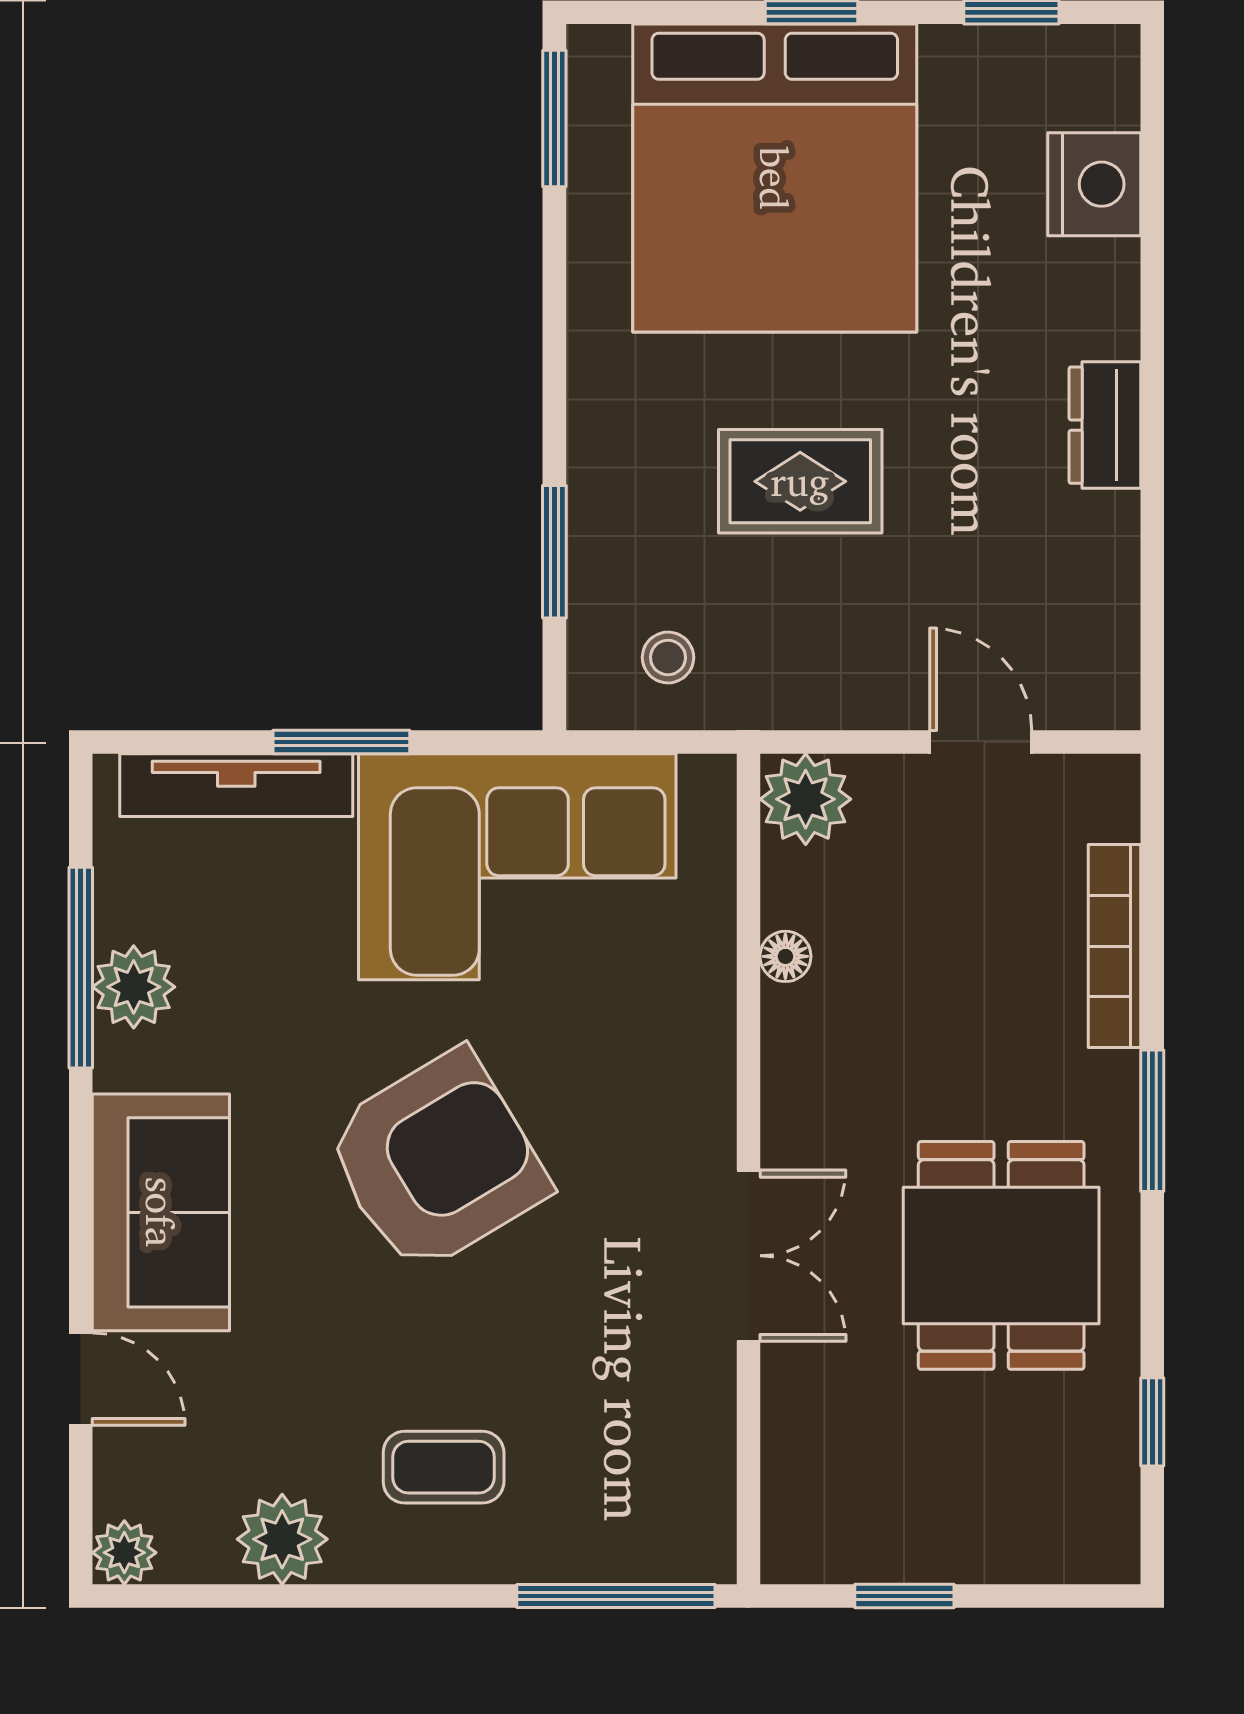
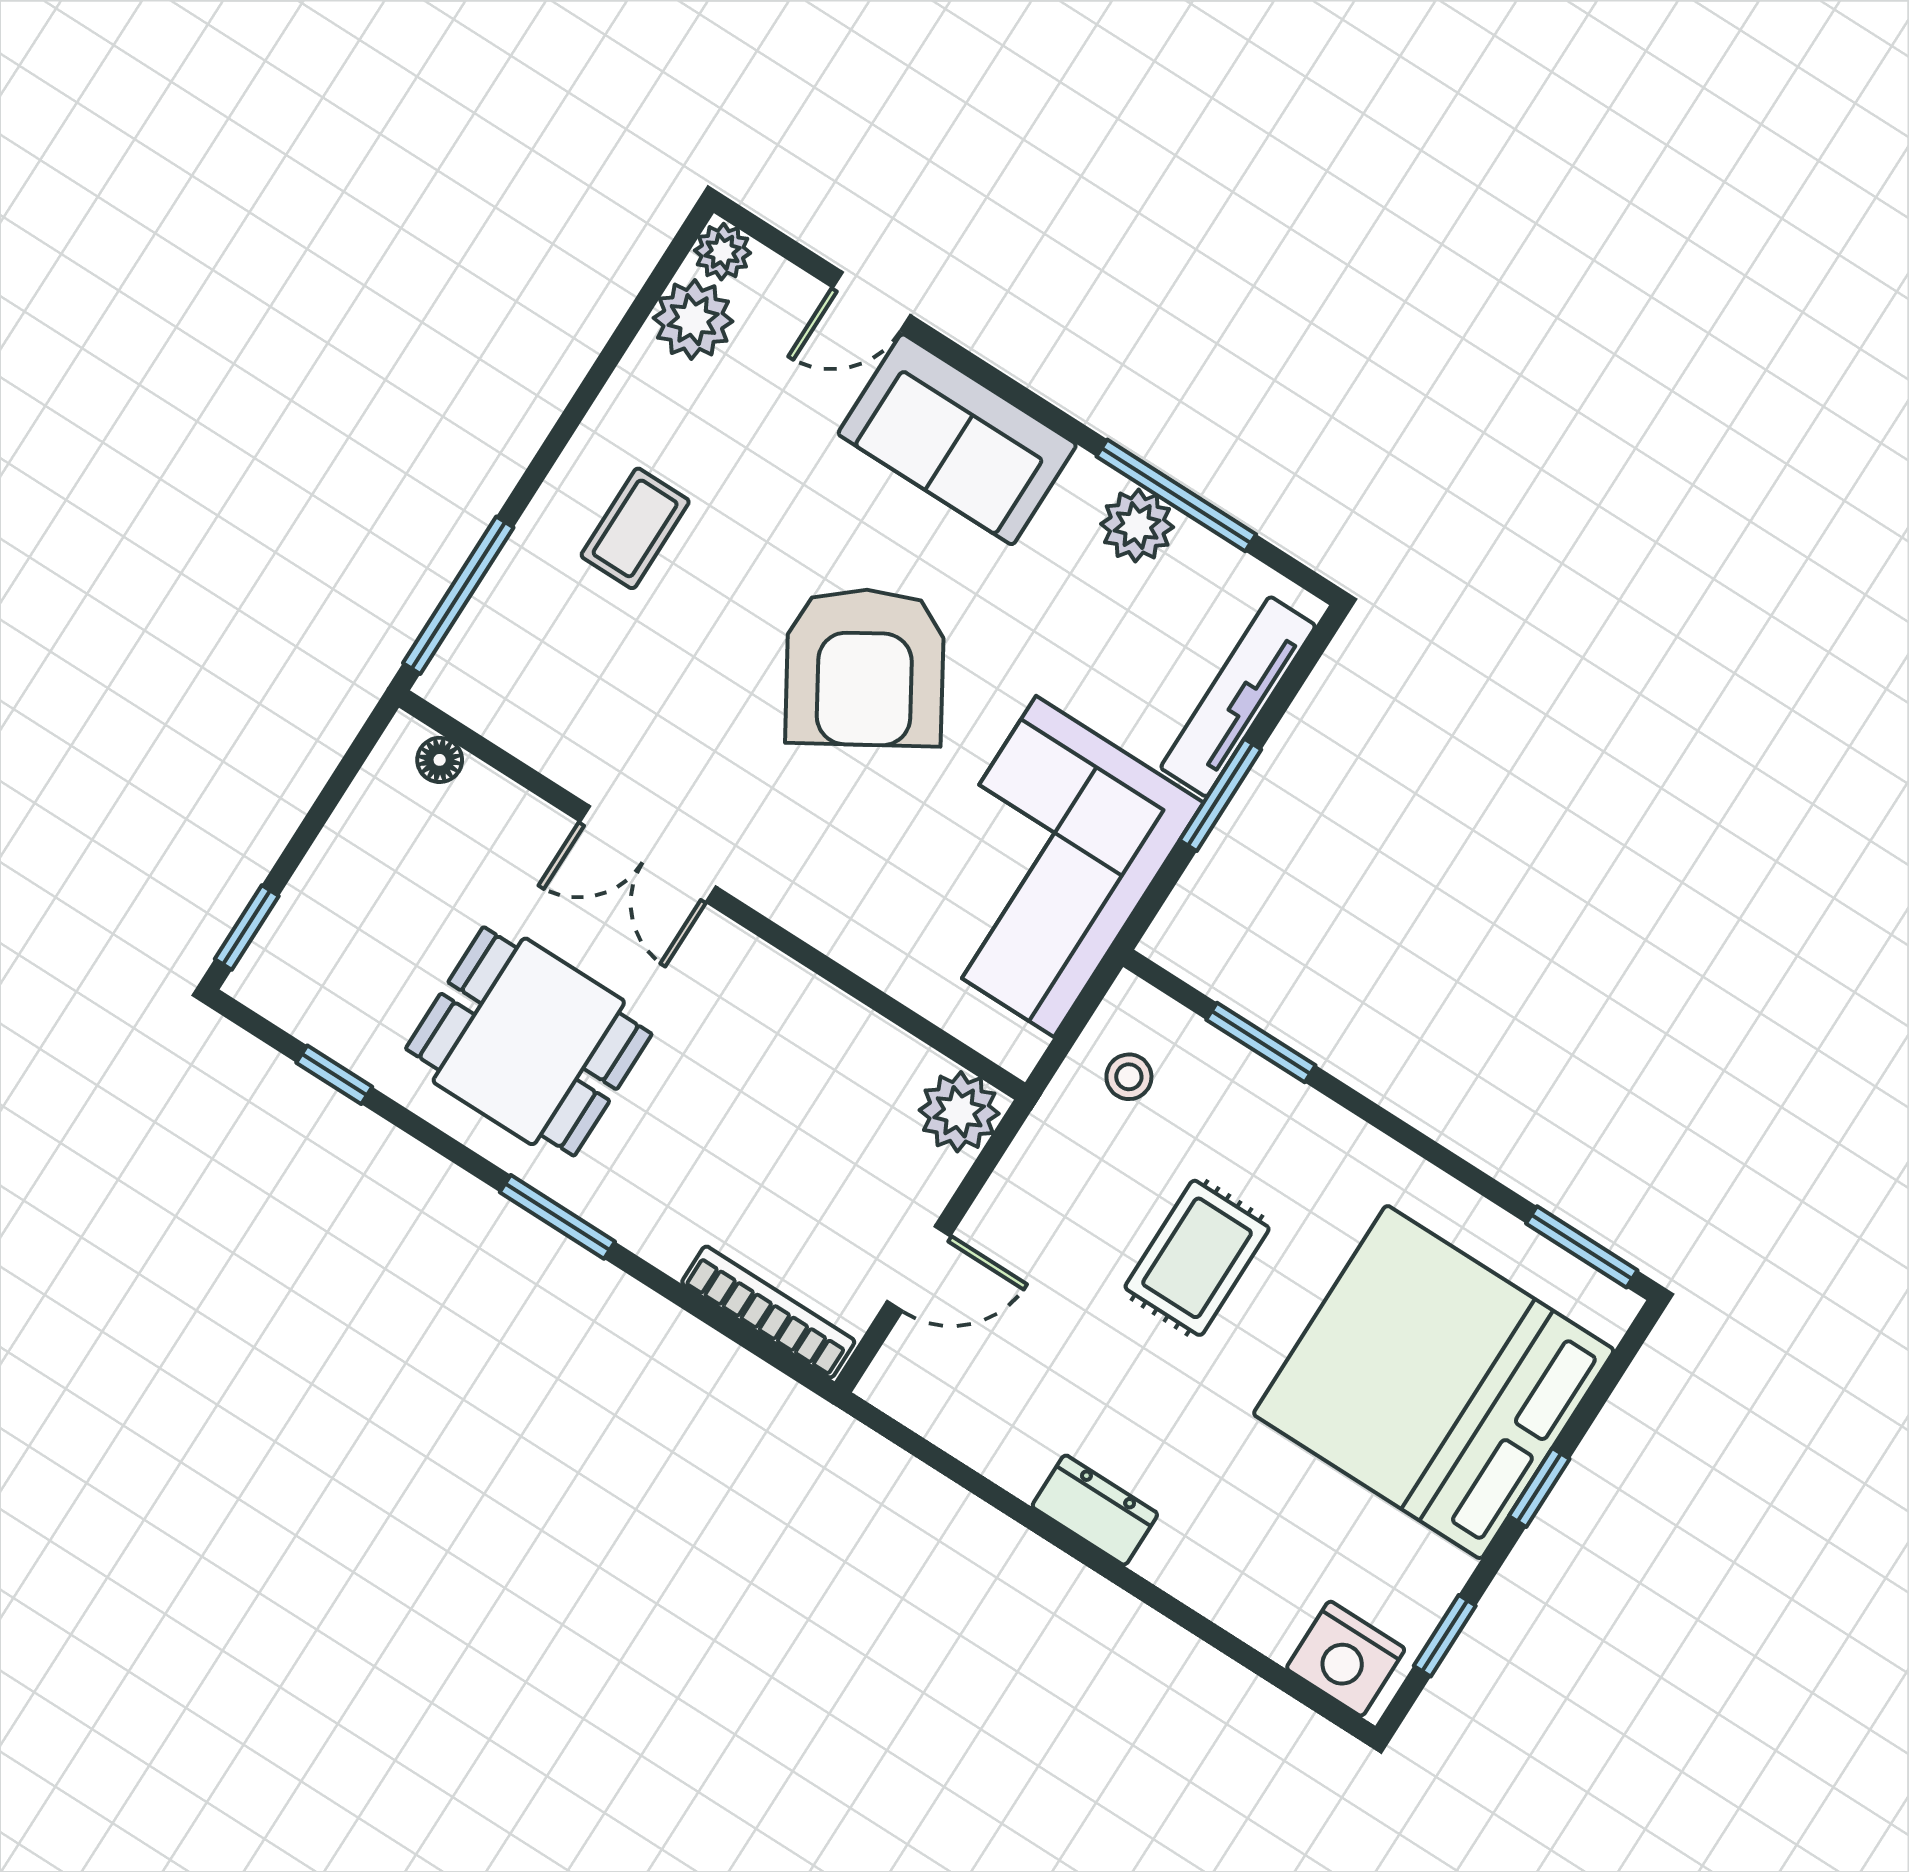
nightstand: (1094, 184) -> (1346, 1659), moved
bookcase: (1115, 946) -> (768, 1312), moved
floor lamp: (785, 956) -> (440, 760), moved
plant: (282, 1539) -> (693, 320), moved
window: (904, 1596) -> (247, 927), moved

